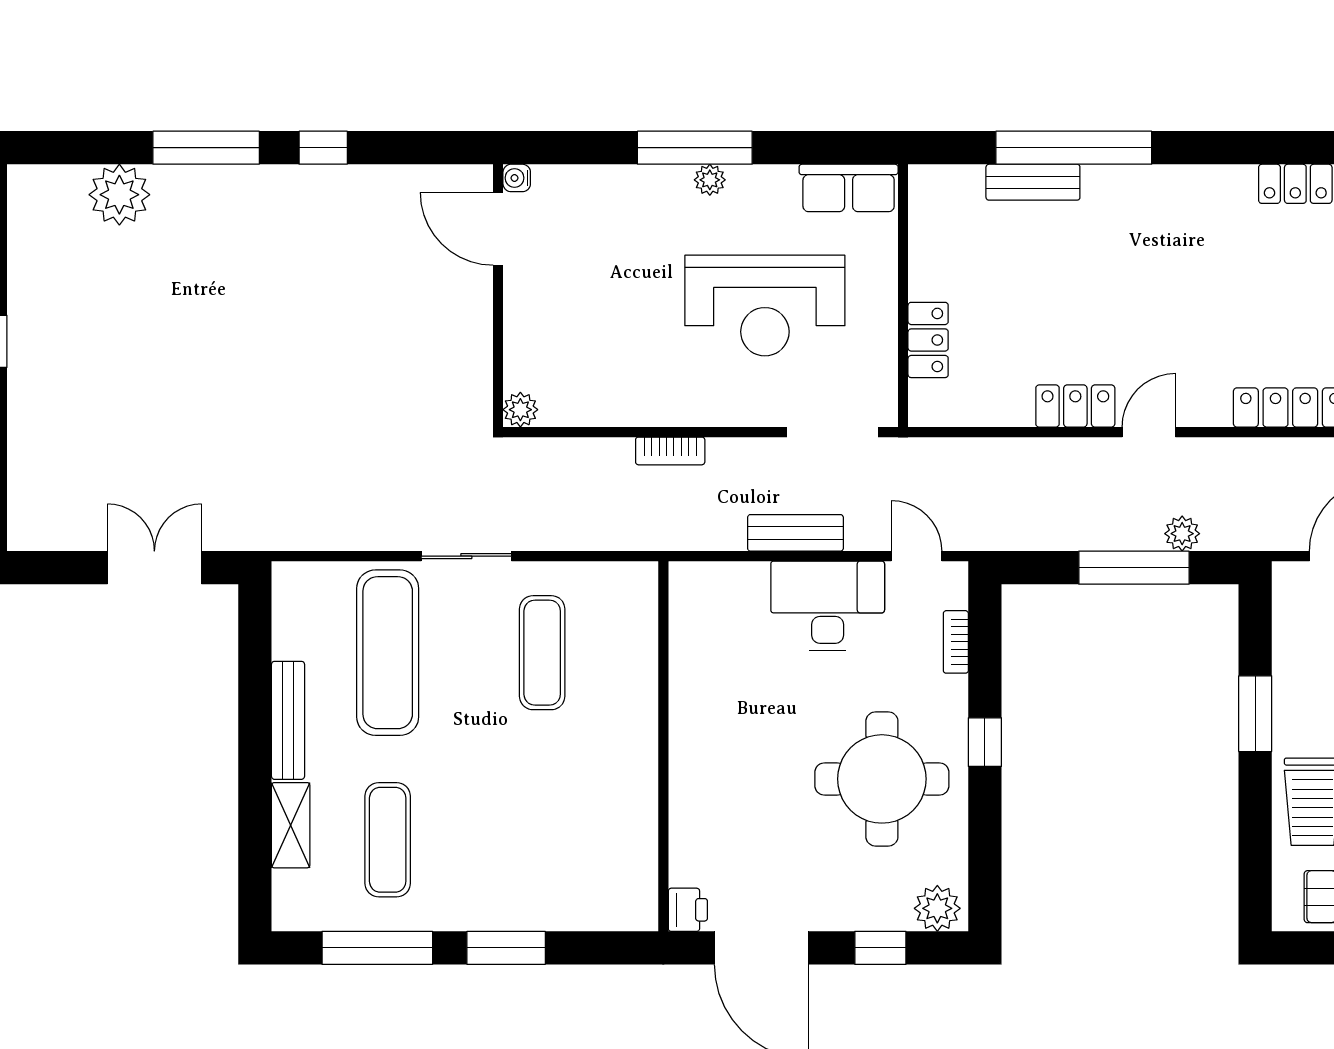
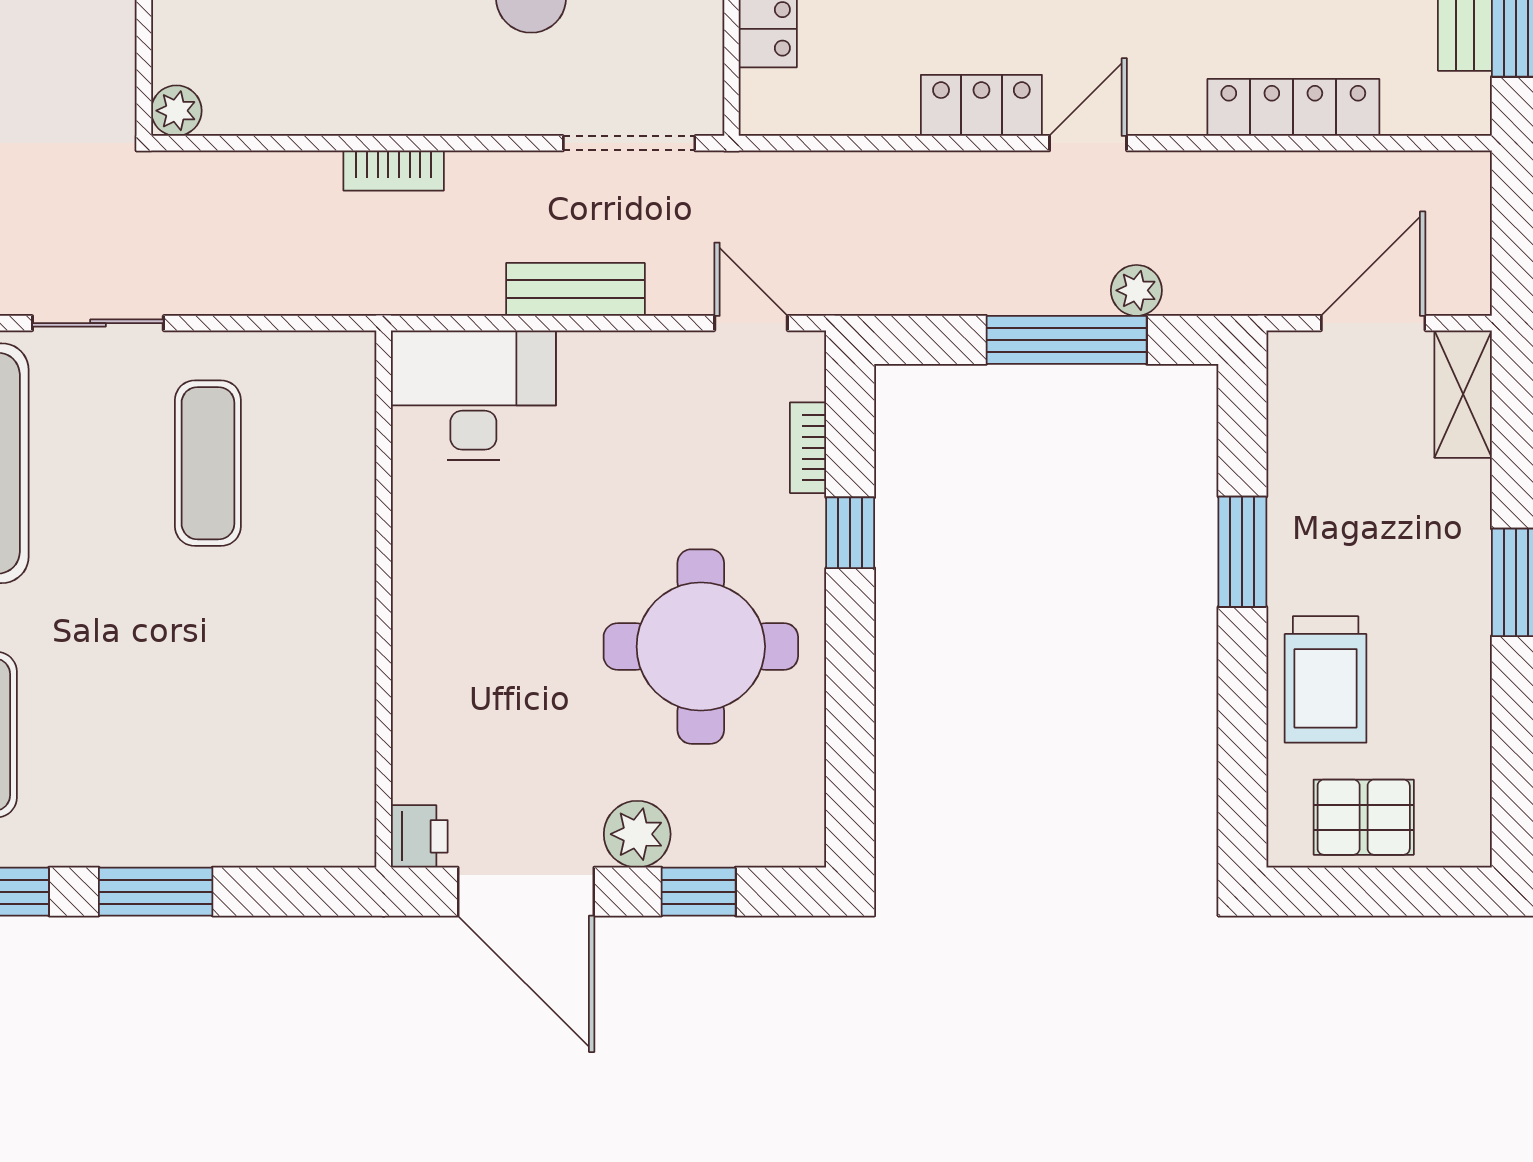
desk: (828, 606) -> (473, 395), moved
window: (985, 742) -> (850, 533), moved
plant: (937, 908) -> (637, 834), moved

